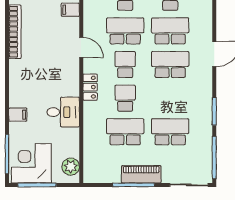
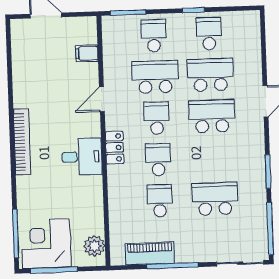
bookcase: (15, 32) -> (22, 142), moved
door: (81, 47) -> (102, 99), swing flipped
desk: (63, 112) -> (82, 157), moved
filing cabinet: (18, 115) -> (27, 185), removed
school desk: (125, 132) -> (160, 201), width x0.54
piano: (141, 174) -> (150, 253), moved

